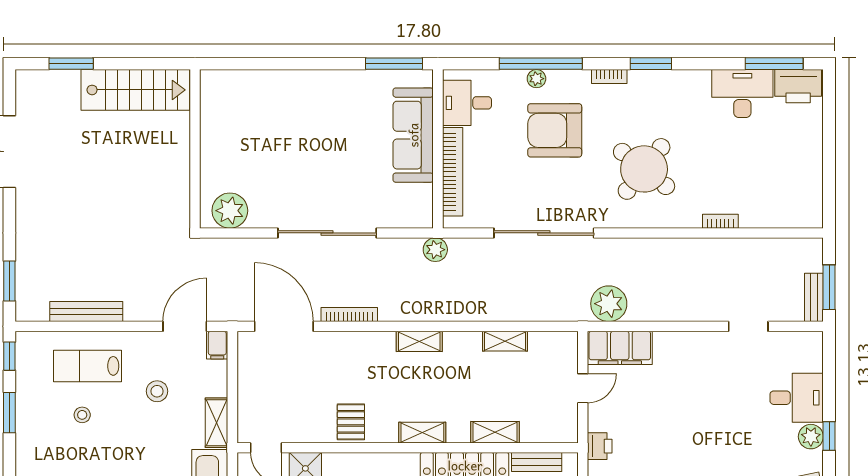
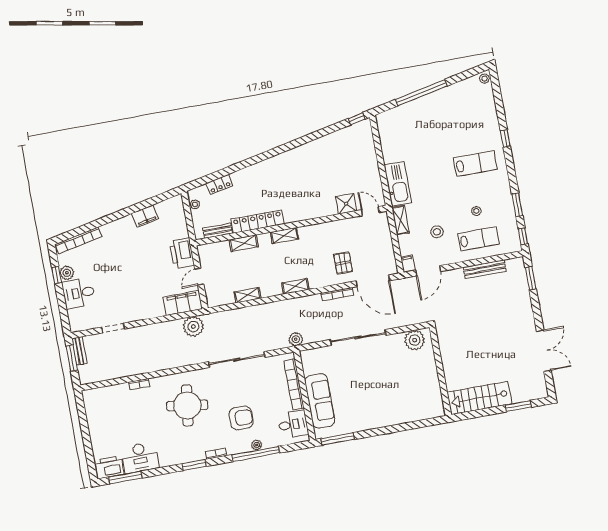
armchair: (555, 130) -> (241, 418), width x0.73, depth x0.73
round table: (644, 169) -> (187, 405), turned -30
pallet: (351, 422) -> (343, 263), moved
printer: (600, 446) -> (182, 253), width x1.87, depth x1.48

